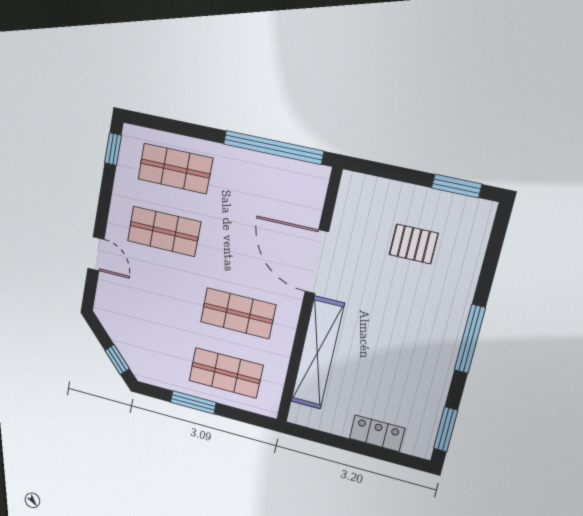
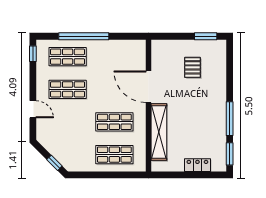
window: (273, 147) -> (84, 36), moved
pallet: (414, 244) -> (193, 67), turned 90
window: (470, 339) -> (230, 119), moved
window: (193, 402) -> (100, 175), removed

